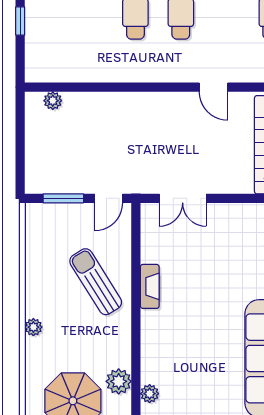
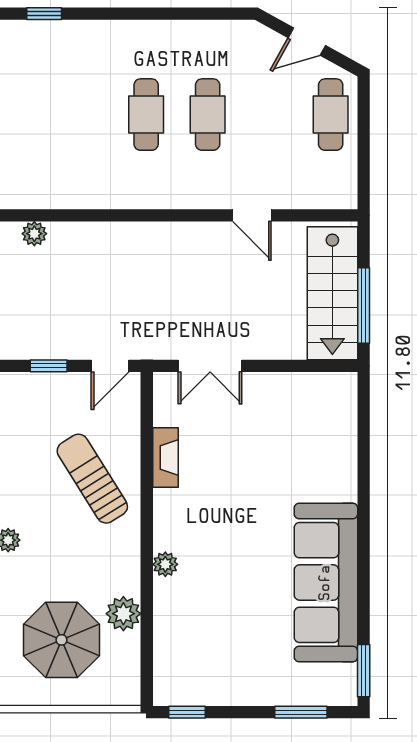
window: (63, 198) -> (49, 366), width x0.67
fireplace: (150, 286) -> (166, 458), moved
plant: (150, 394) -> (165, 564), moved

